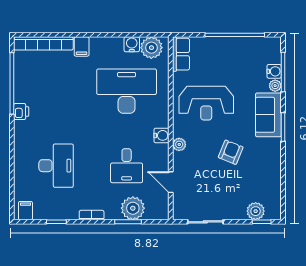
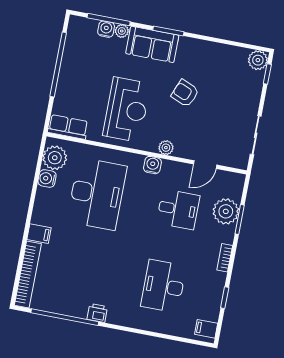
desk: (127, 91) -> (97, 194), turned 180
desk: (56, 166) -> (163, 286), turned -90
plant: (256, 211) -> (258, 60), moved

